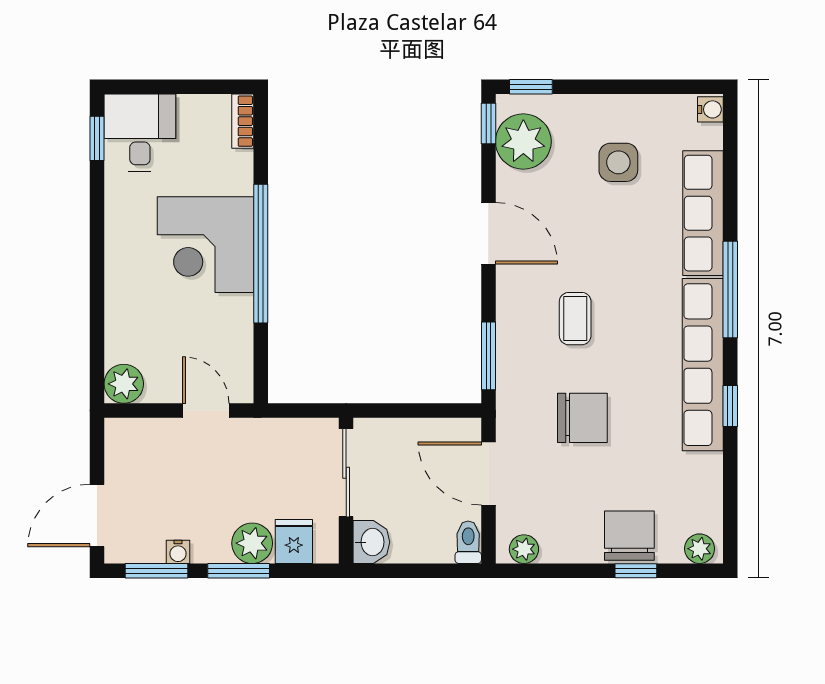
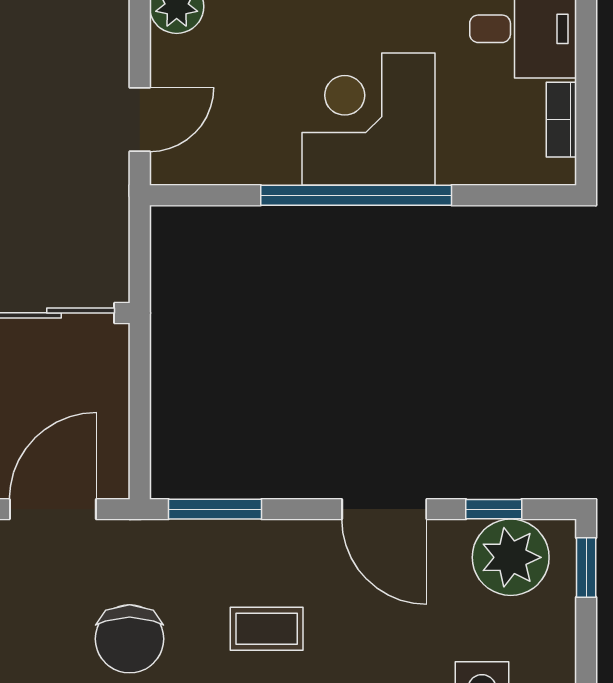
bookcase: (243, 121) -> (561, 120), moved, turned -90
window: (488, 123) -> (494, 509), moved
door: (488, 233) -> (384, 509), hinge flipped

